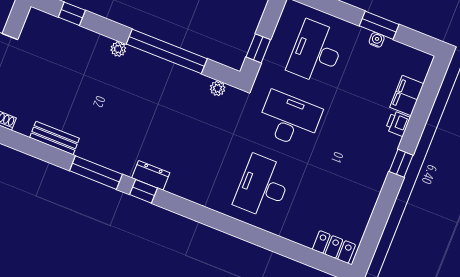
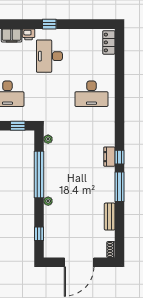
desk: (289, 119) -> (49, 56), moved

